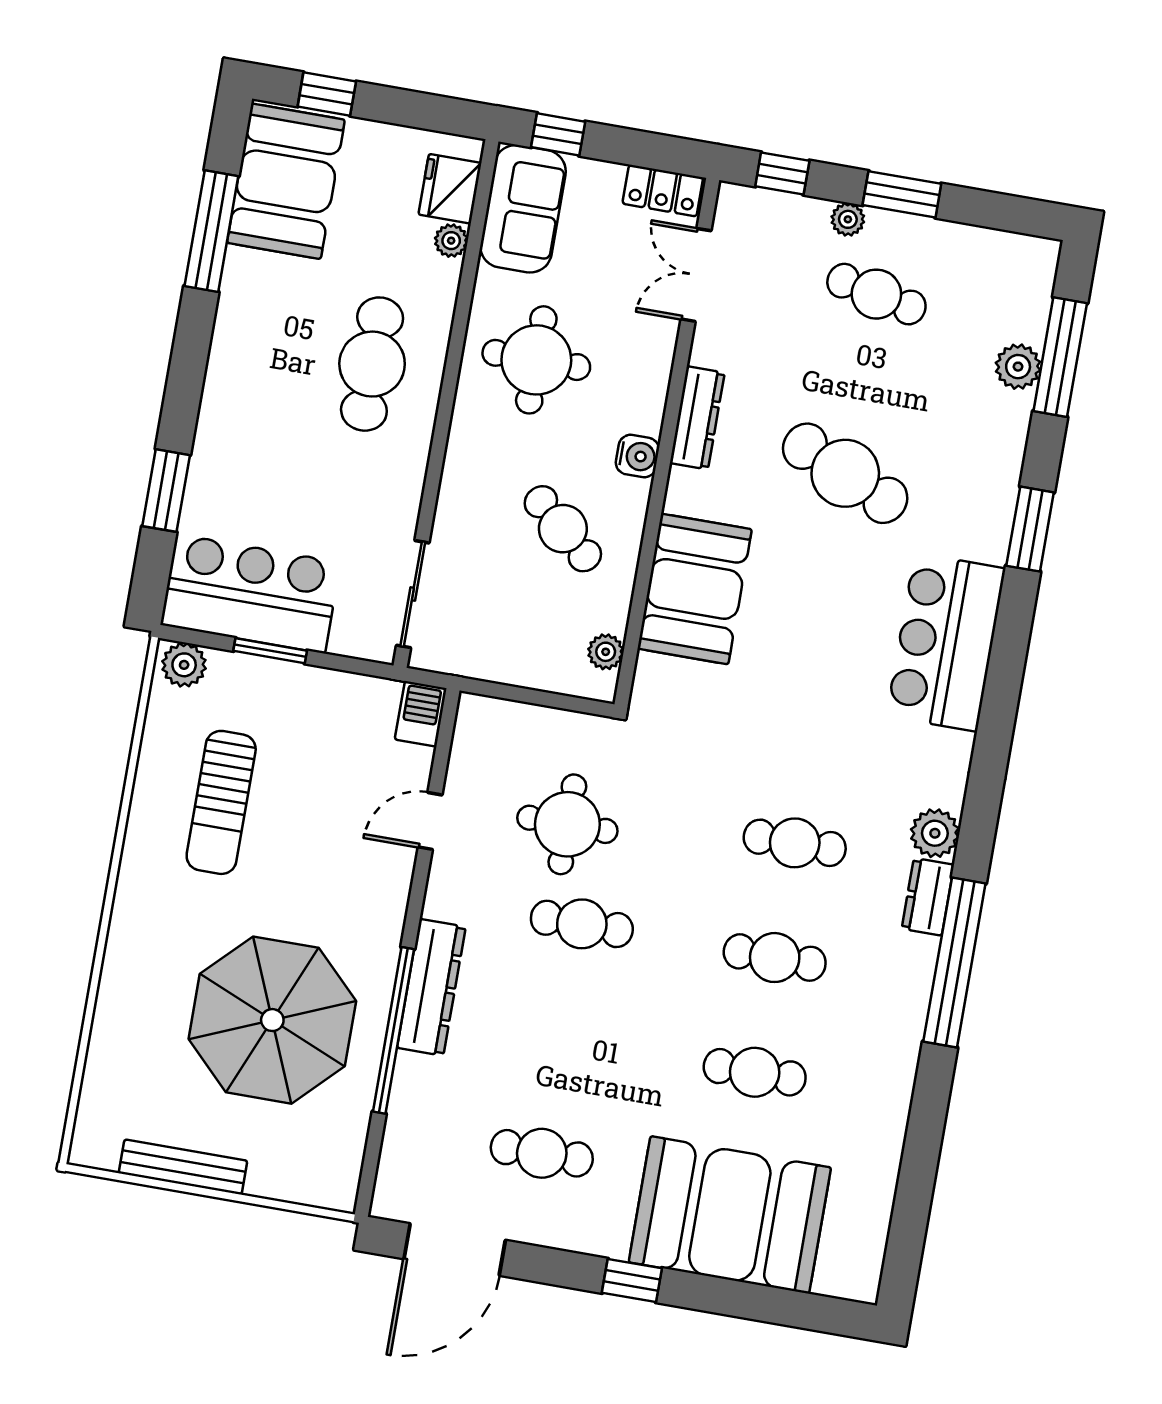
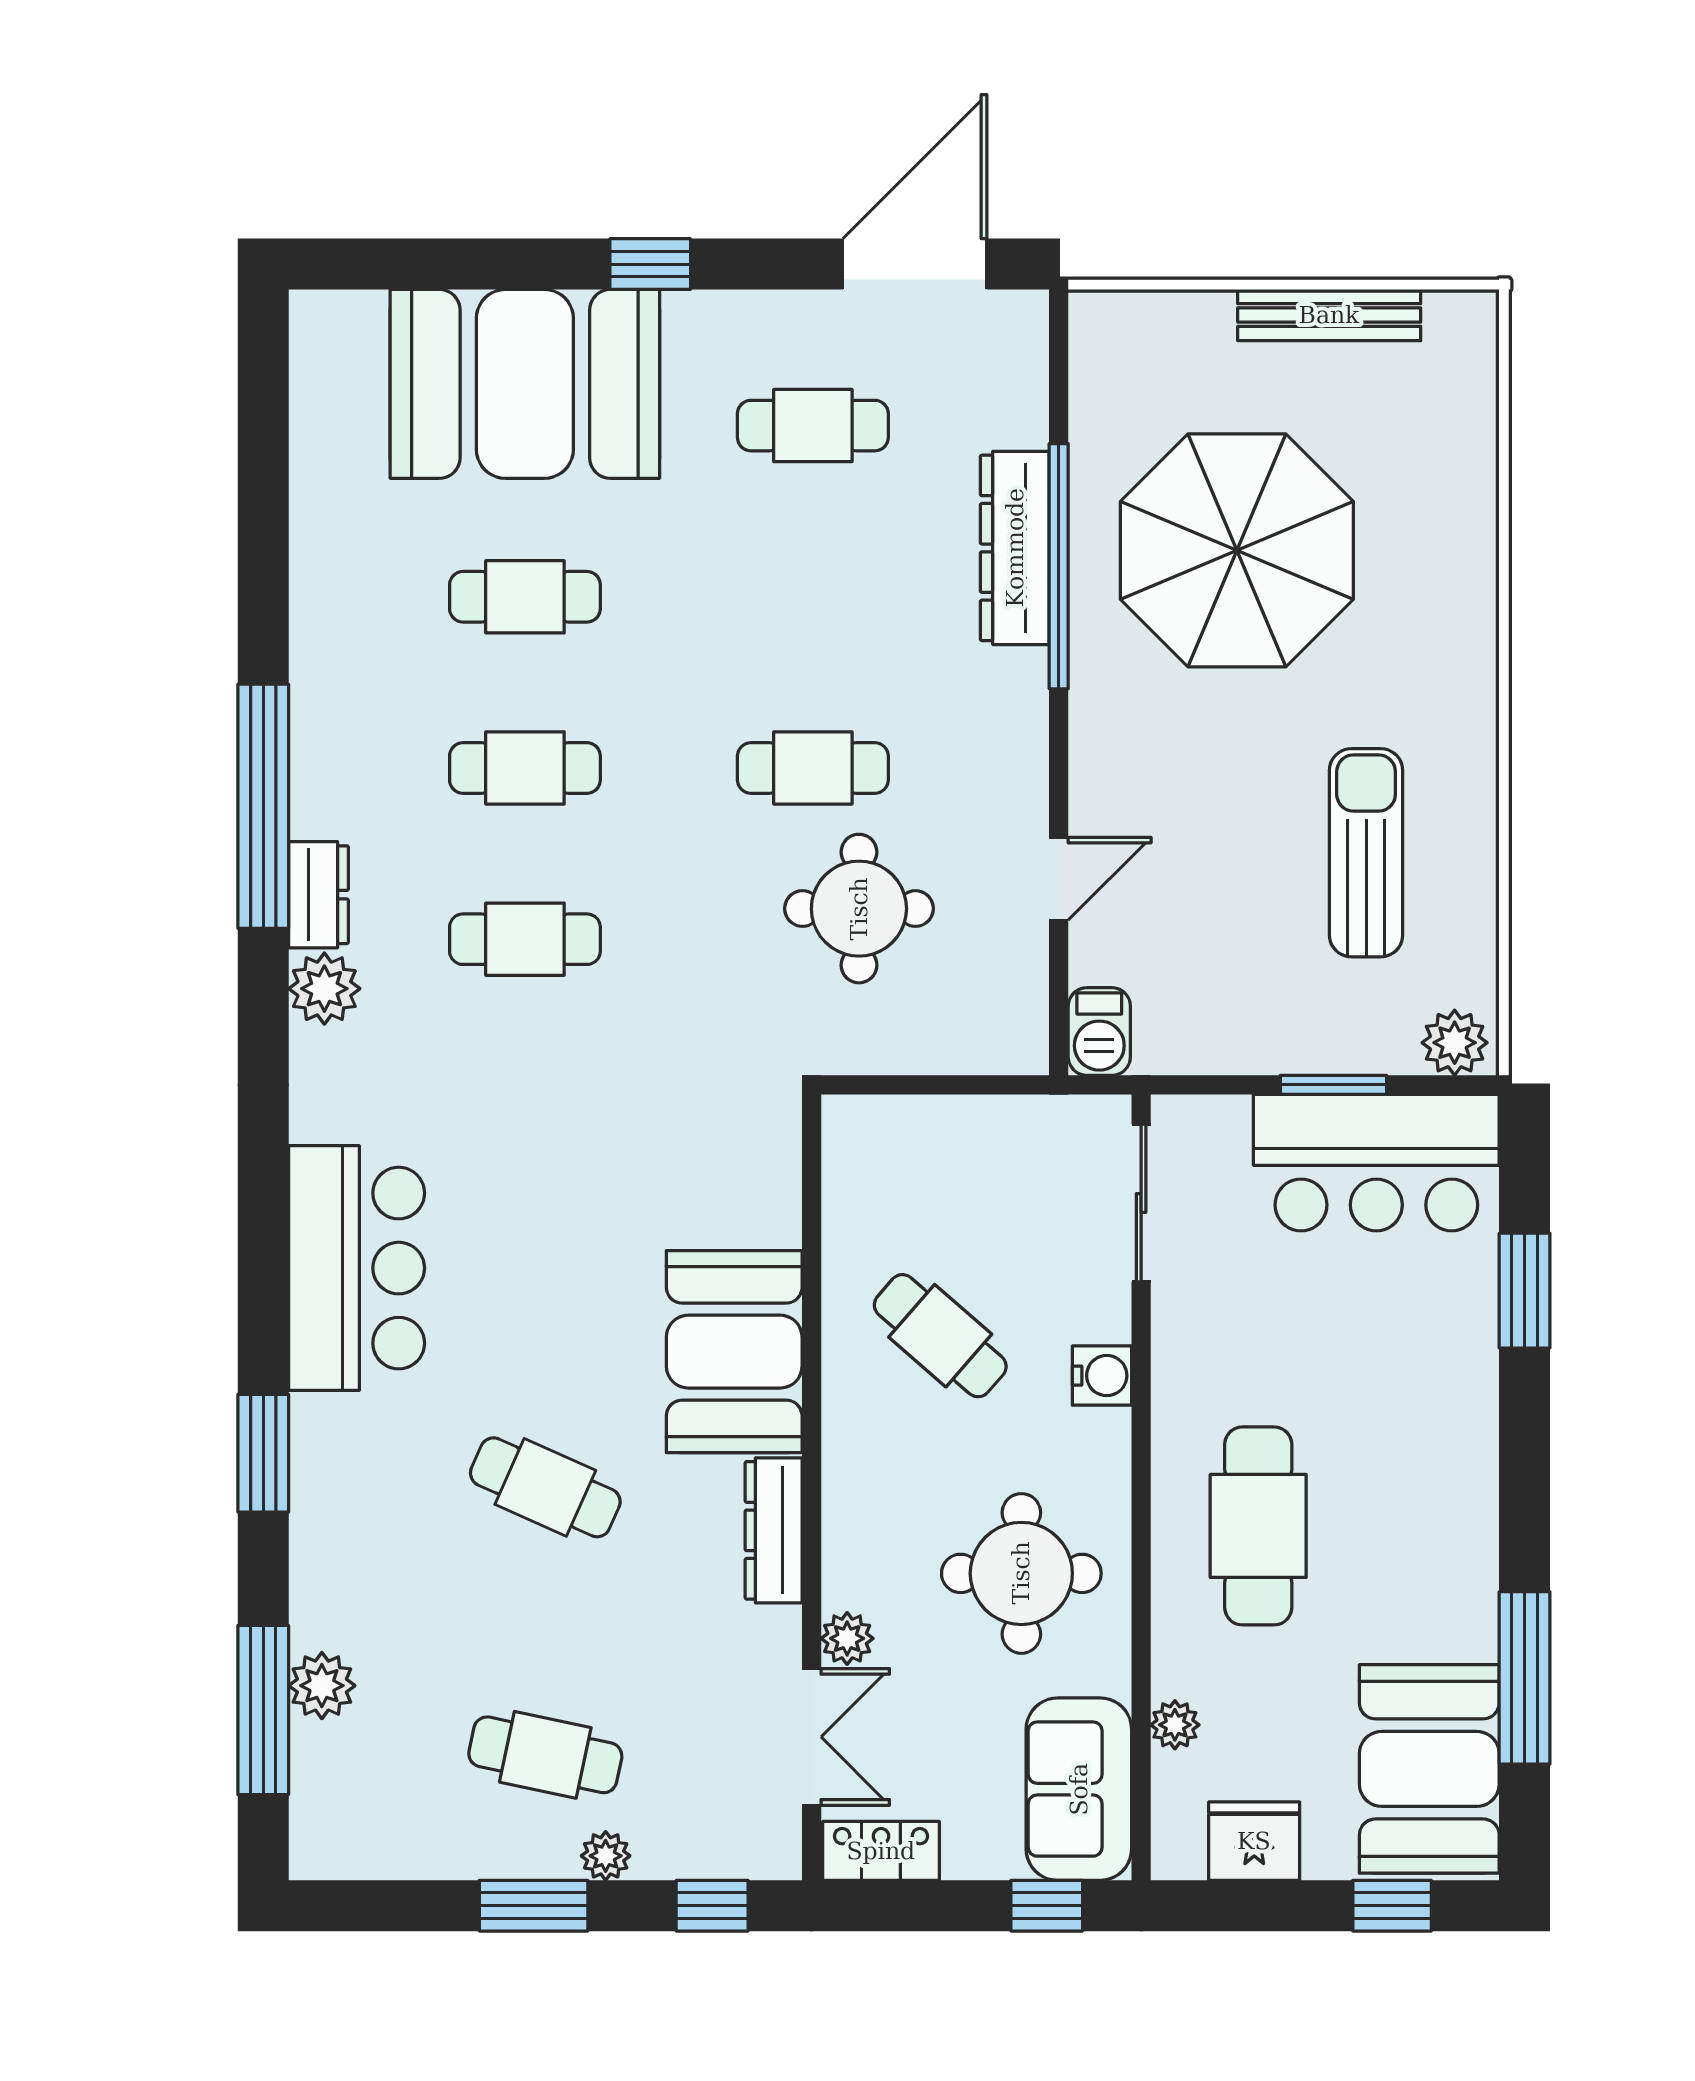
fridge: (450, 189) -> (1254, 1841), moved, turned -90
water cooler: (637, 456) -> (1102, 1376), moved, turned 180
cafe table: (845, 473) -> (545, 1487), width x0.73, depth x0.74
booth: (695, 589) -> (734, 1352), moved
plant: (606, 652) -> (847, 1638), moved
dresser: (431, 987) -> (1015, 548), moved

